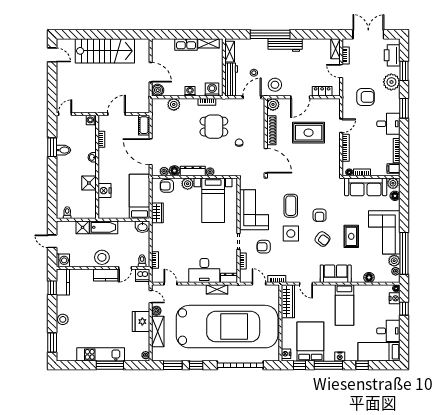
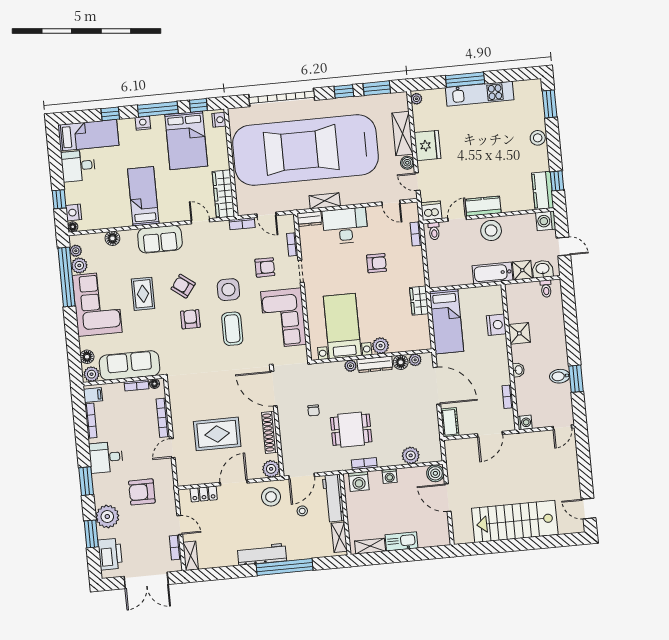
armchair: (167, 186) -> (377, 263), moved
washbasin: (142, 227) -> (543, 269), moved

